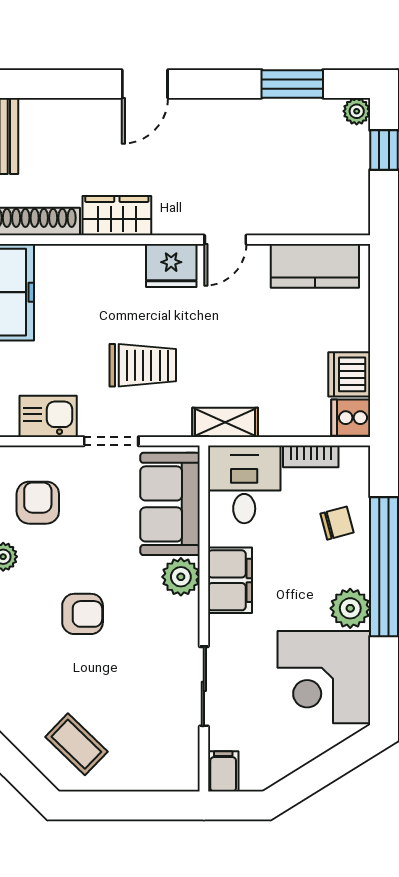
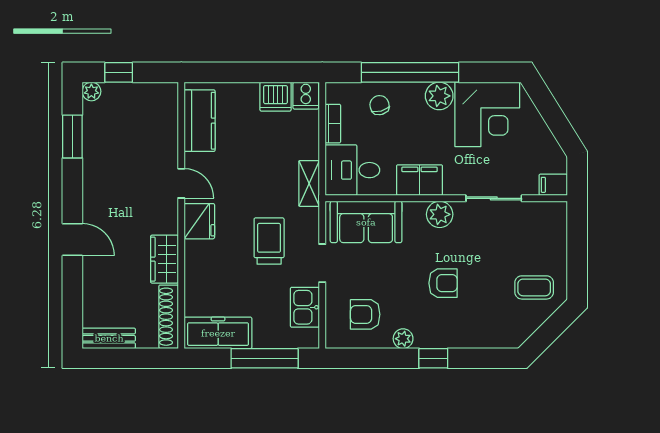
plant: (181, 577) -> (440, 214), moved
armchair: (83, 614) -> (443, 283), turned 90
coffee table: (76, 744) -> (534, 287), turned 46

